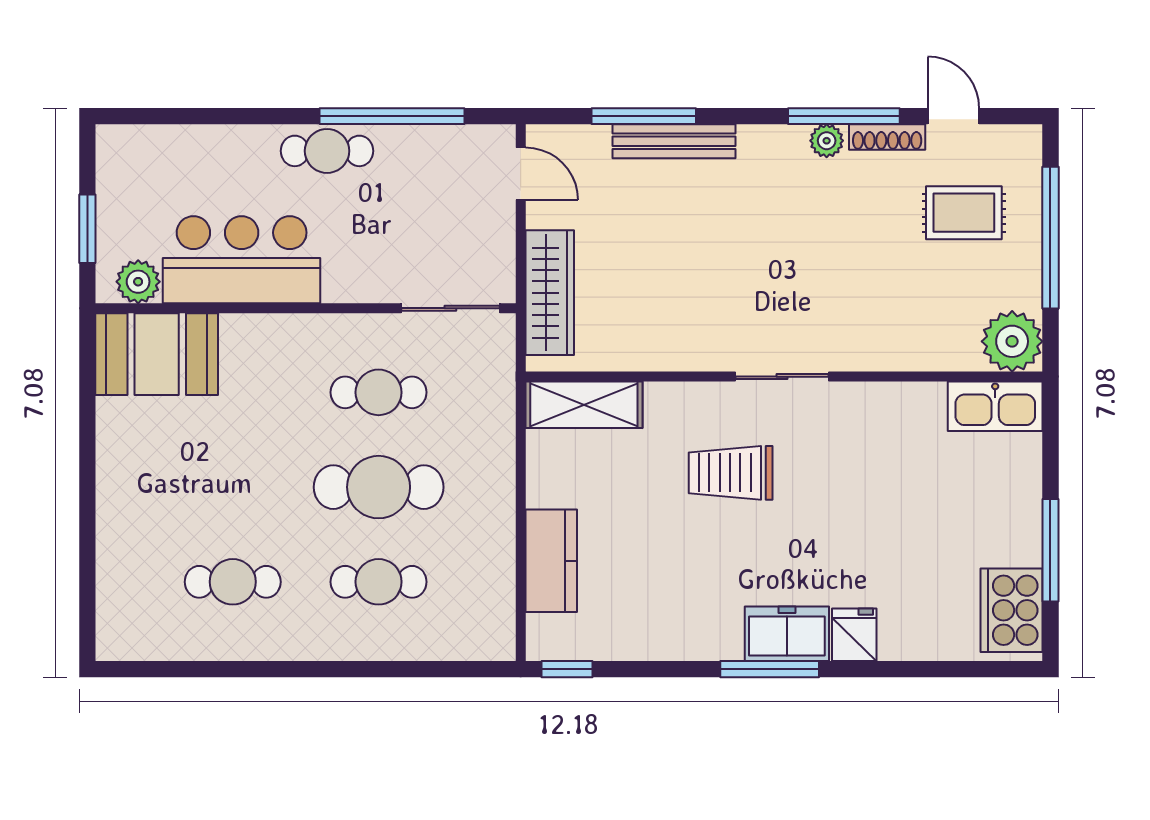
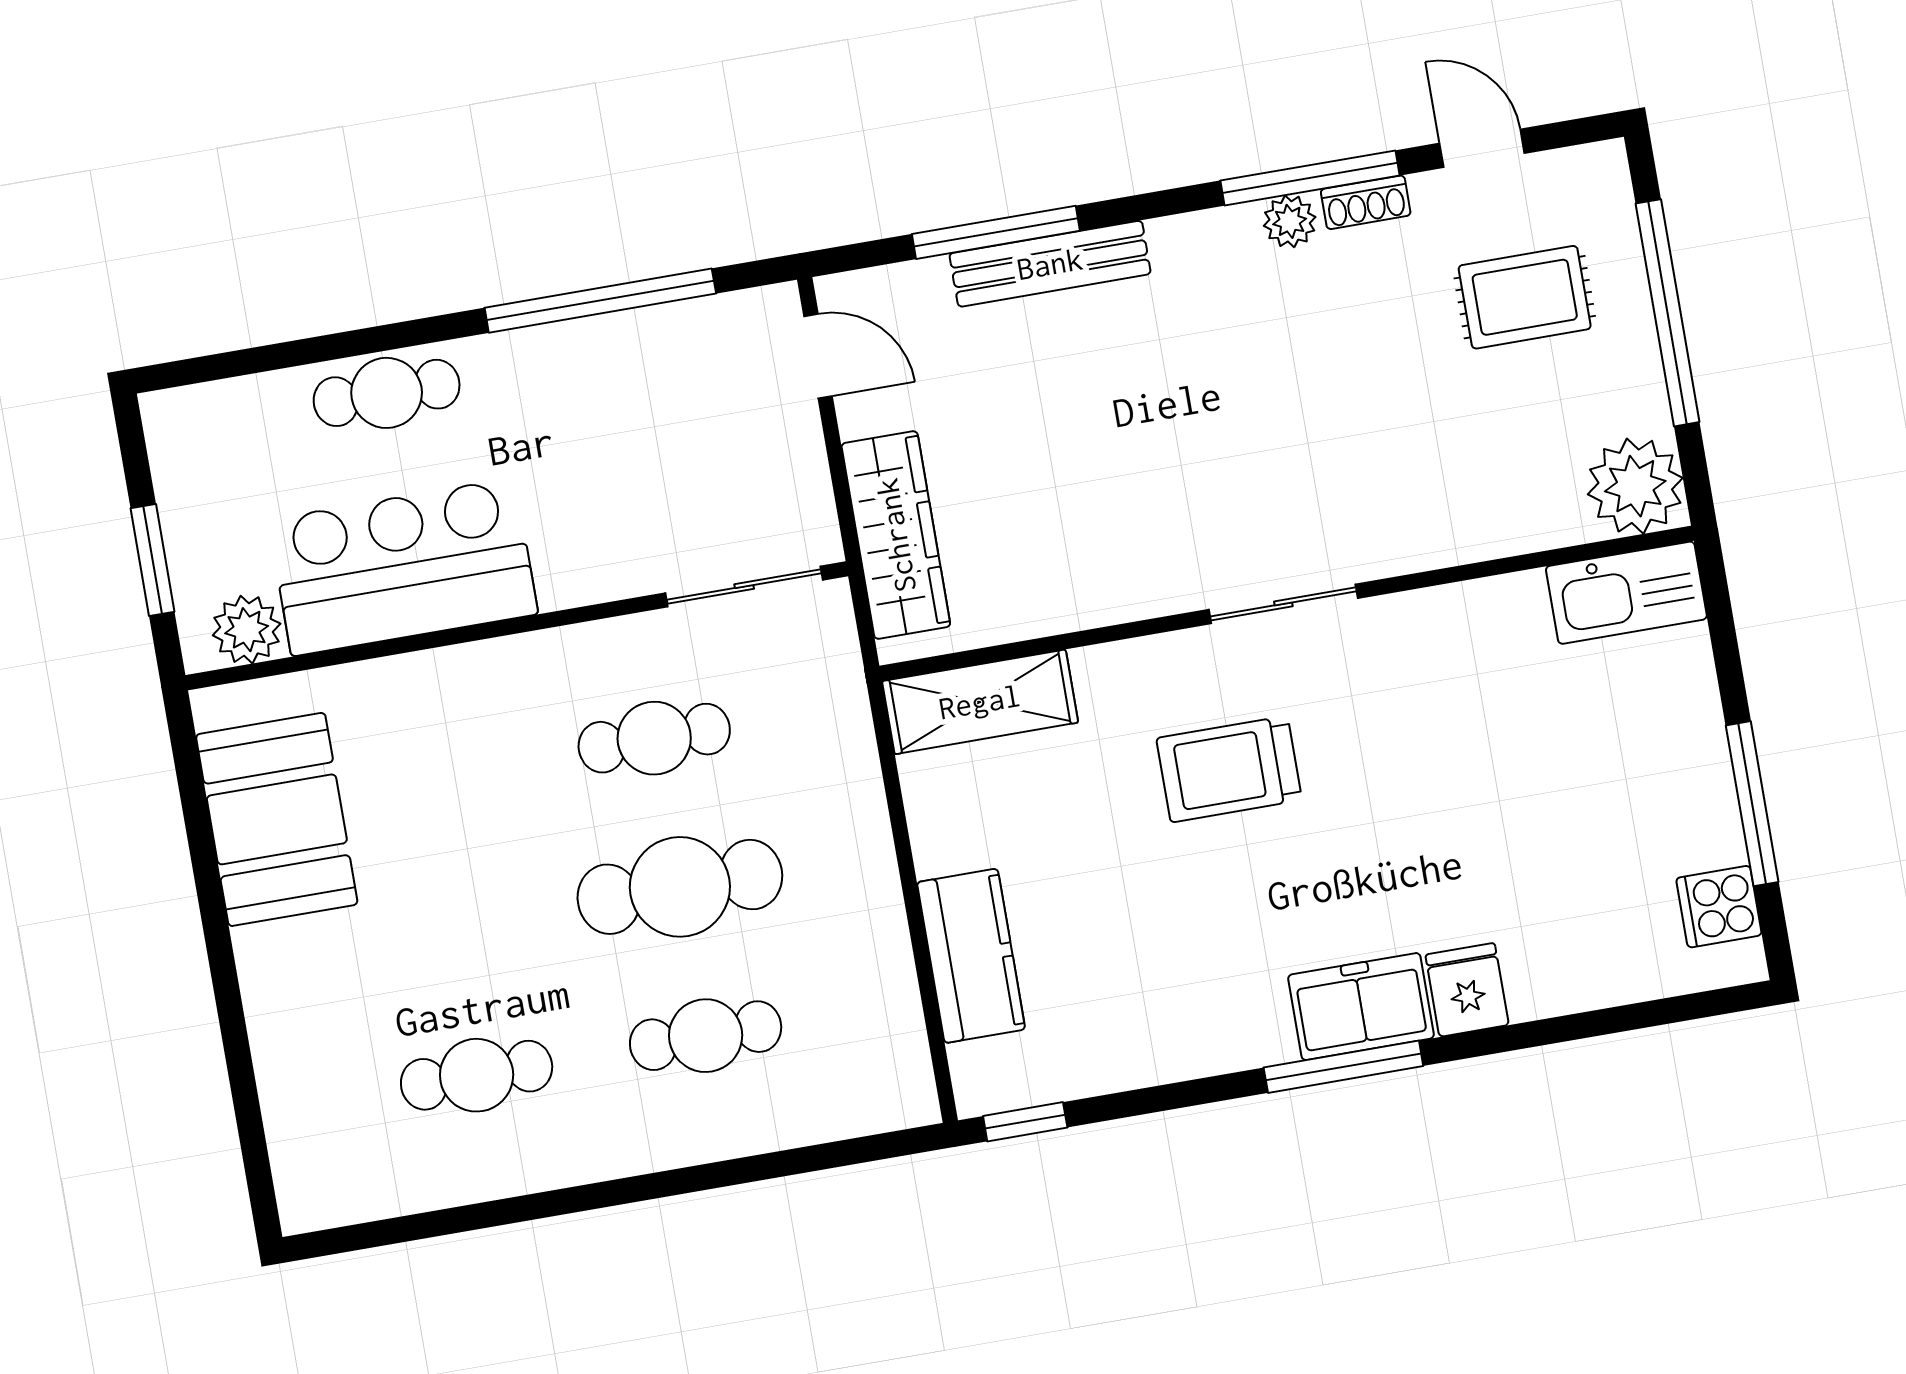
shoe rack: (887, 137) -> (1366, 202), width x0.70
cafe table: (327, 151) -> (387, 393), moved
booth: (157, 354) -> (277, 819), moved, turned 90
cooker: (1012, 610) -> (1719, 907), width x0.53, depth x0.76

